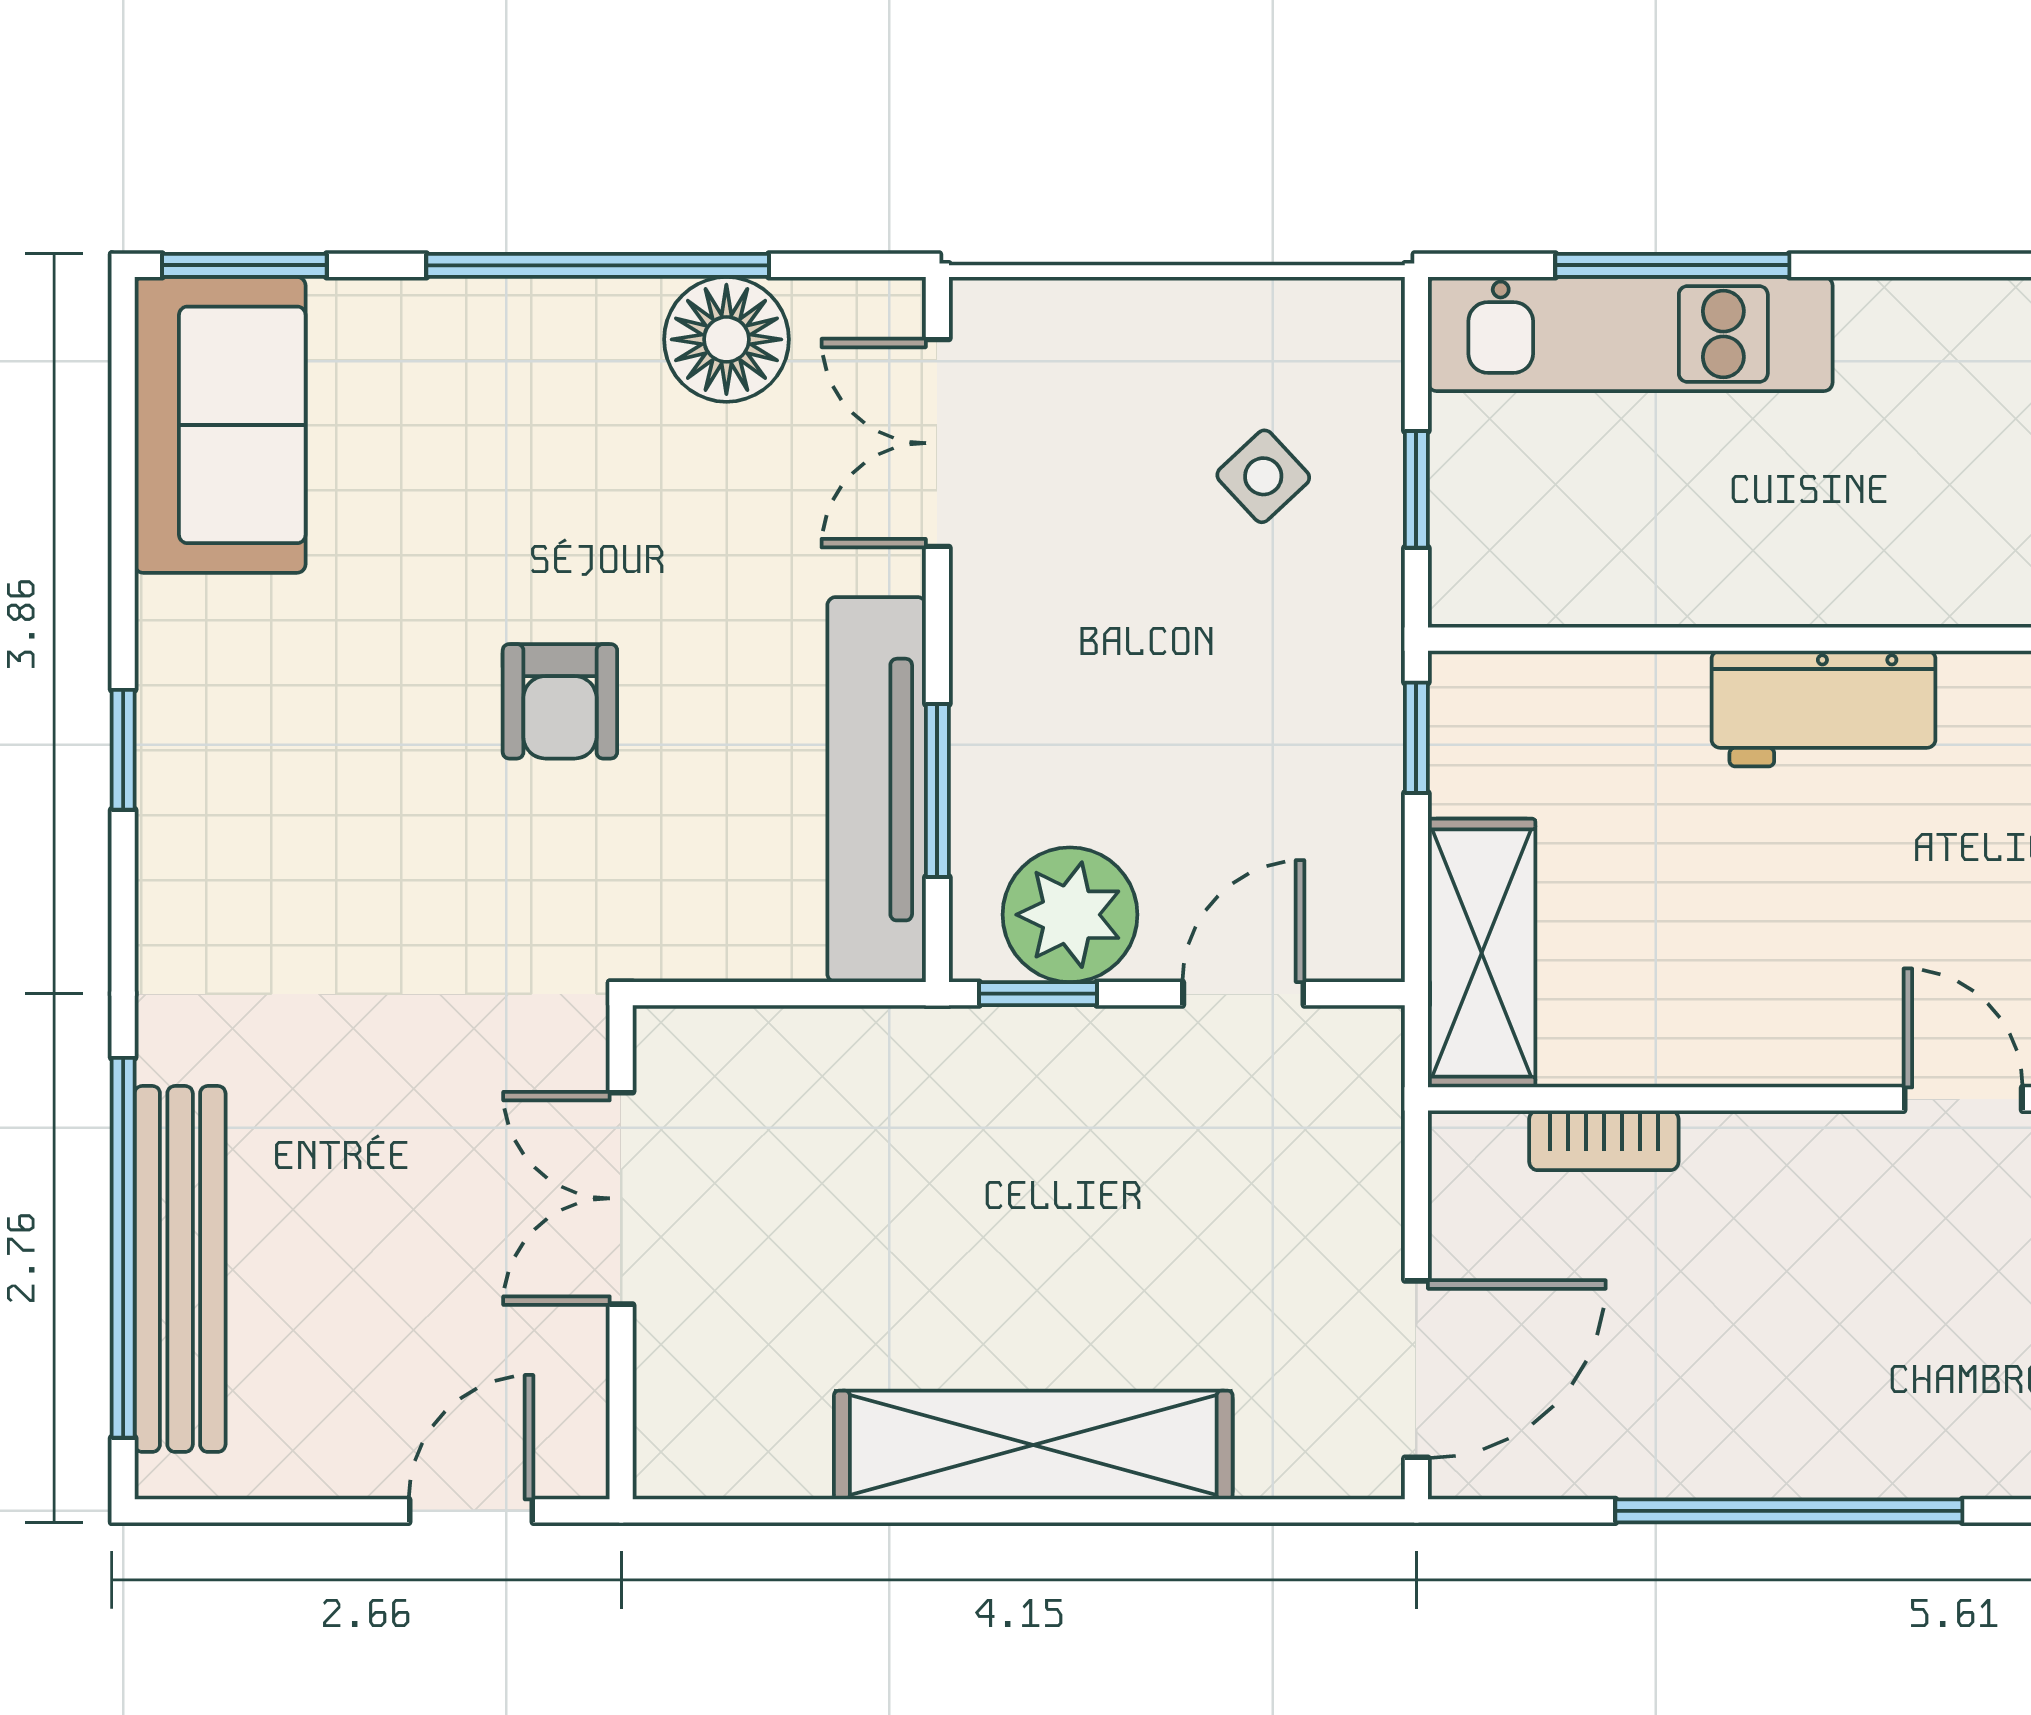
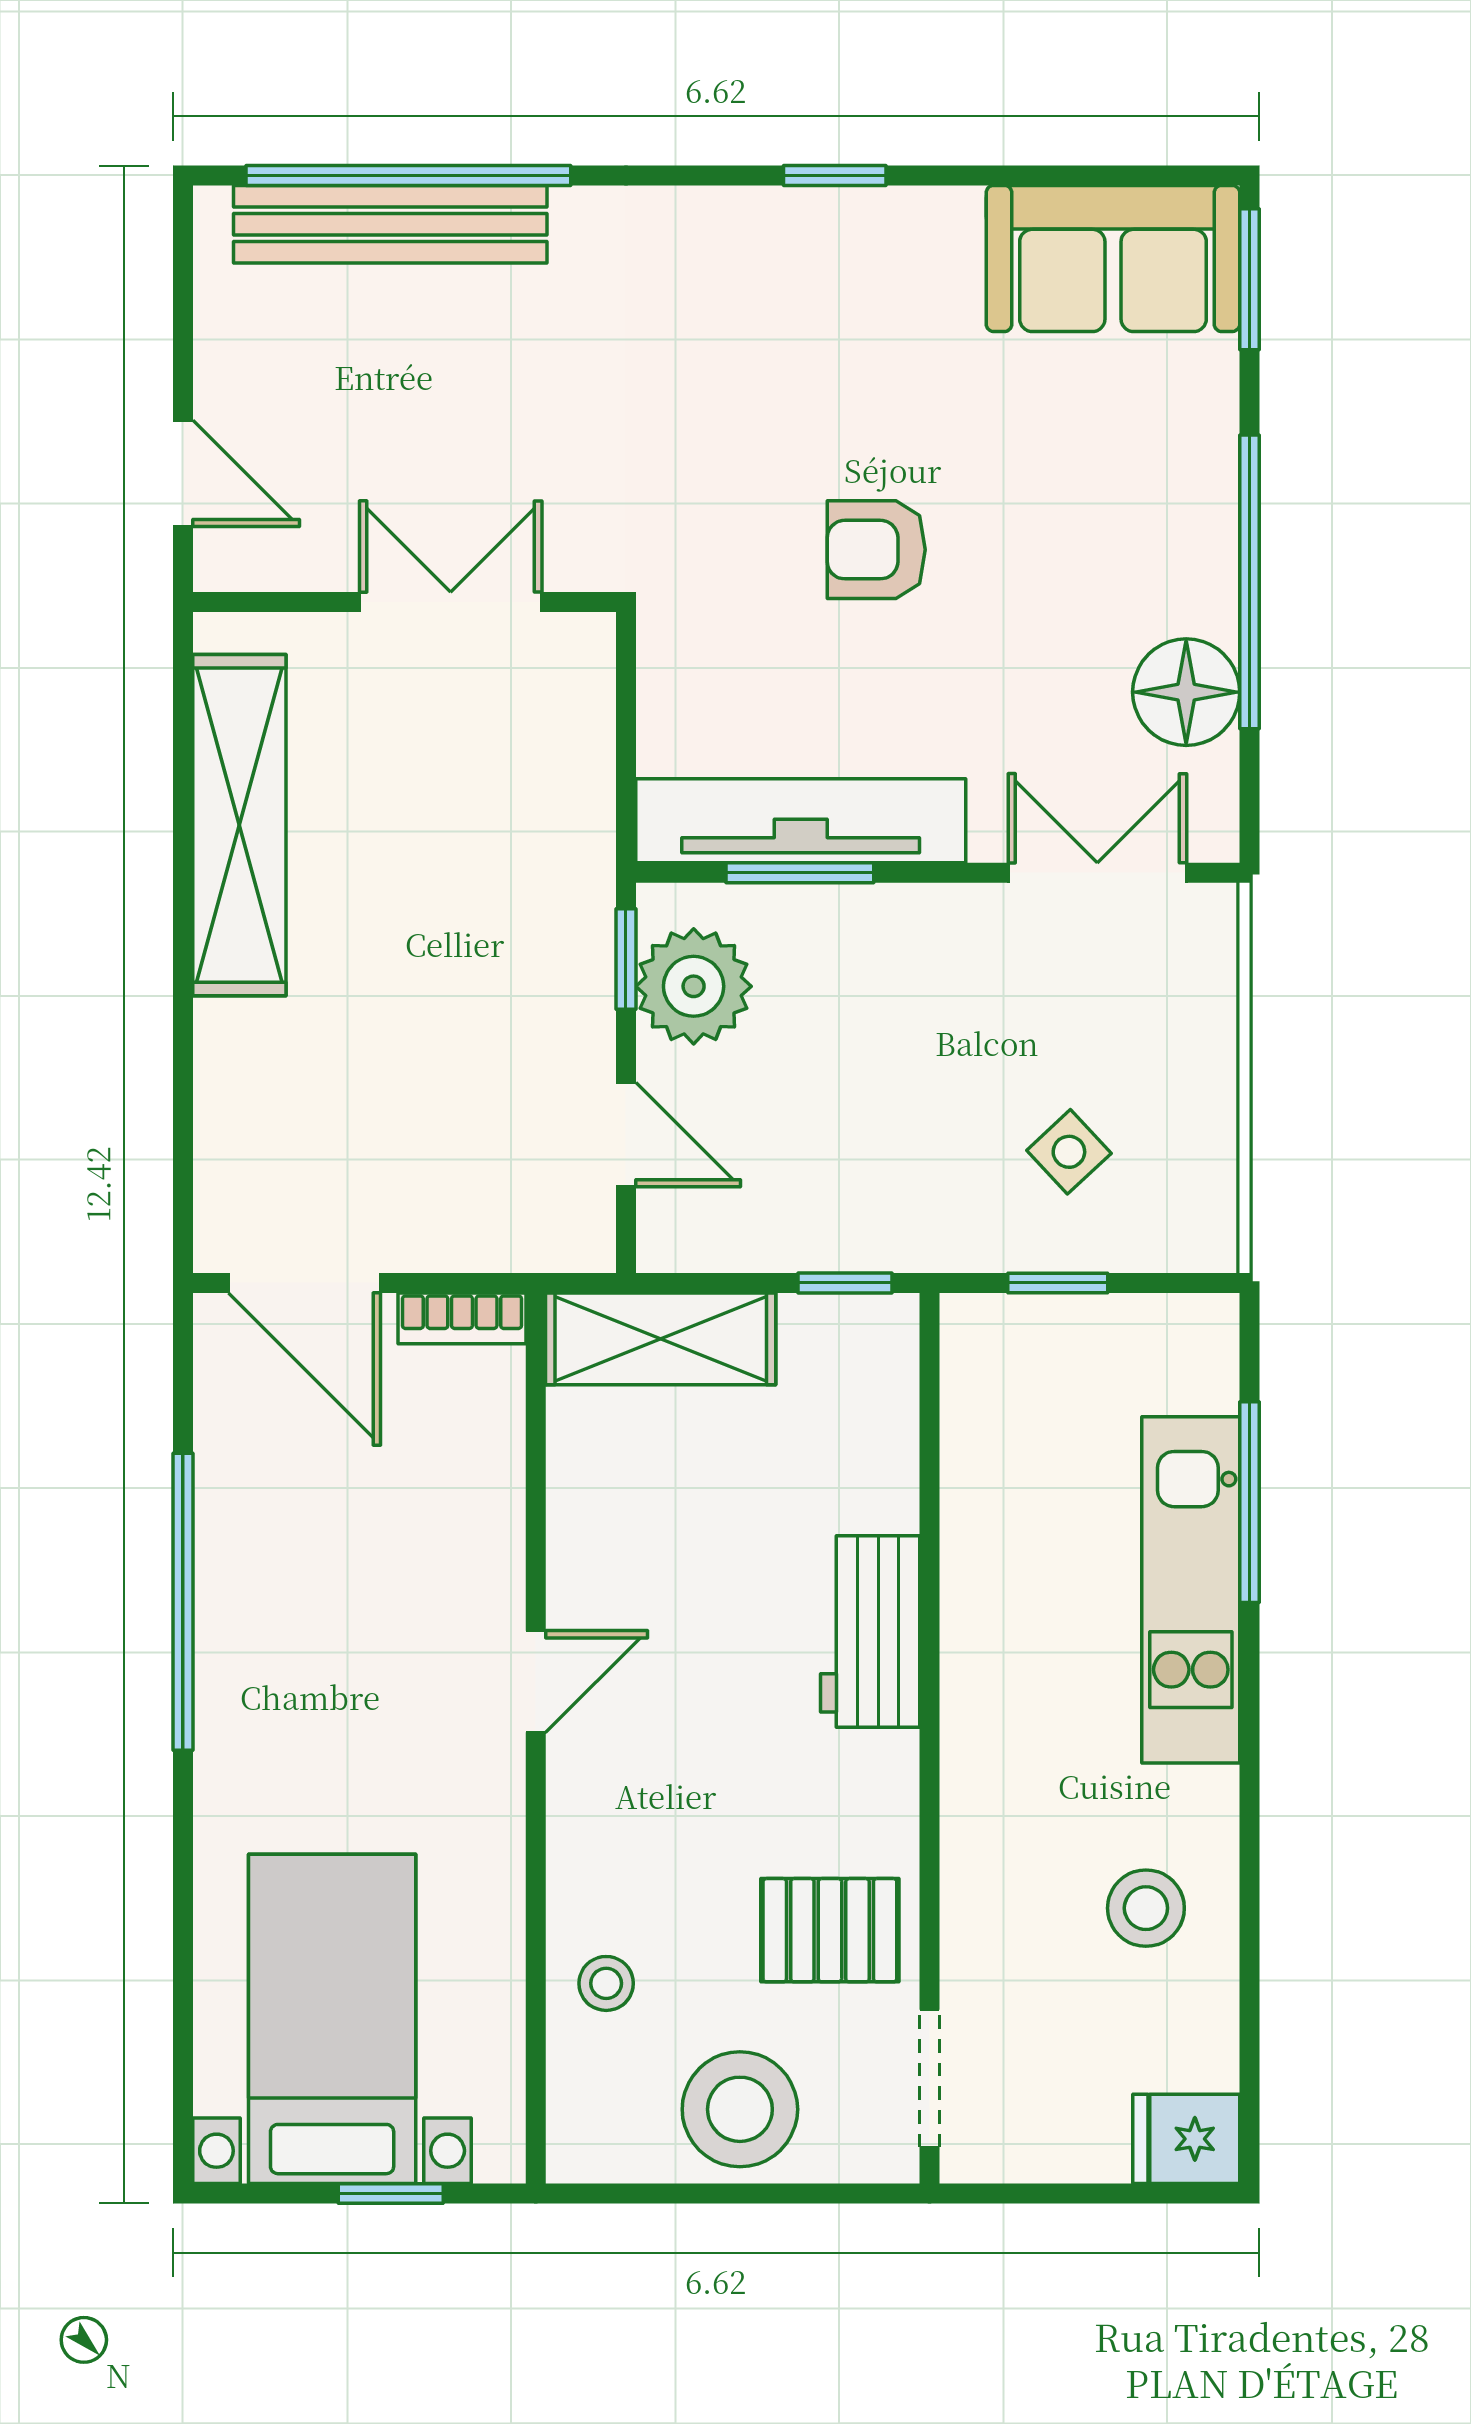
kitchen unit: (1630, 334) -> (1191, 1590), moved
door: (1963, 1099) -> (536, 1681), moved
bookcase: (1604, 1140) -> (462, 1318), moved, turned -90
shelving: (1033, 1445) -> (239, 825), moved

